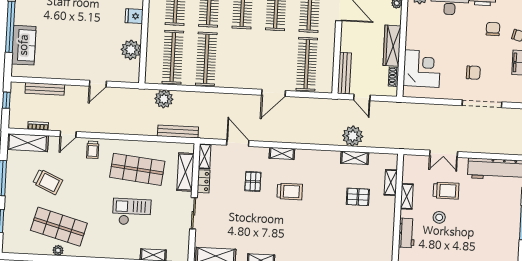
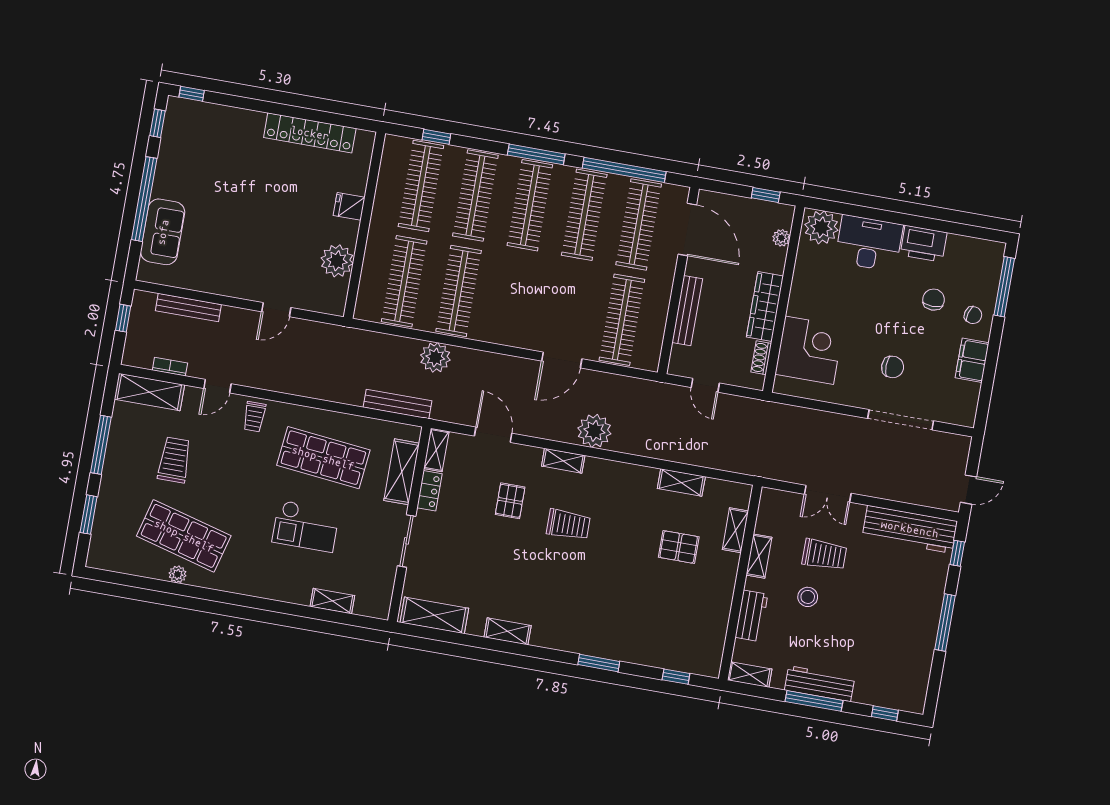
bench: (344, 73) -> (687, 311), moved
plant: (164, 99) -> (435, 357), moved
plant: (353, 136) -> (594, 431), moved
trolley: (48, 182) -> (174, 460), turned -114
checkout: (132, 212) -> (306, 526), turned 180

